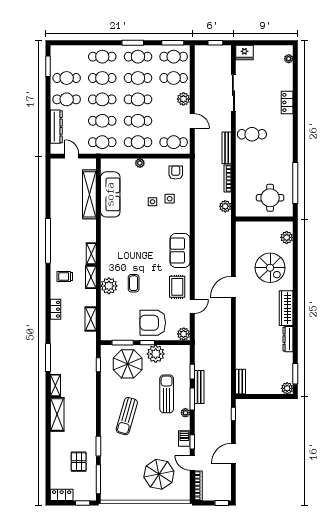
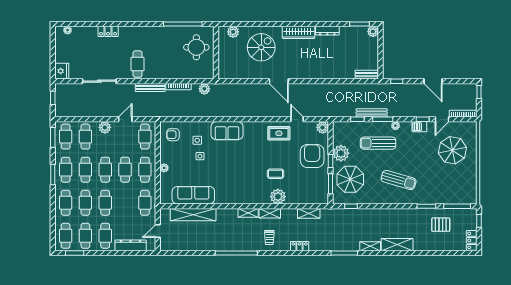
cafe table: (102, 121) -> (66, 236), moved
sofa: (180, 250) -> (227, 131), moved
armchair: (153, 323) -> (312, 156), turned 180

